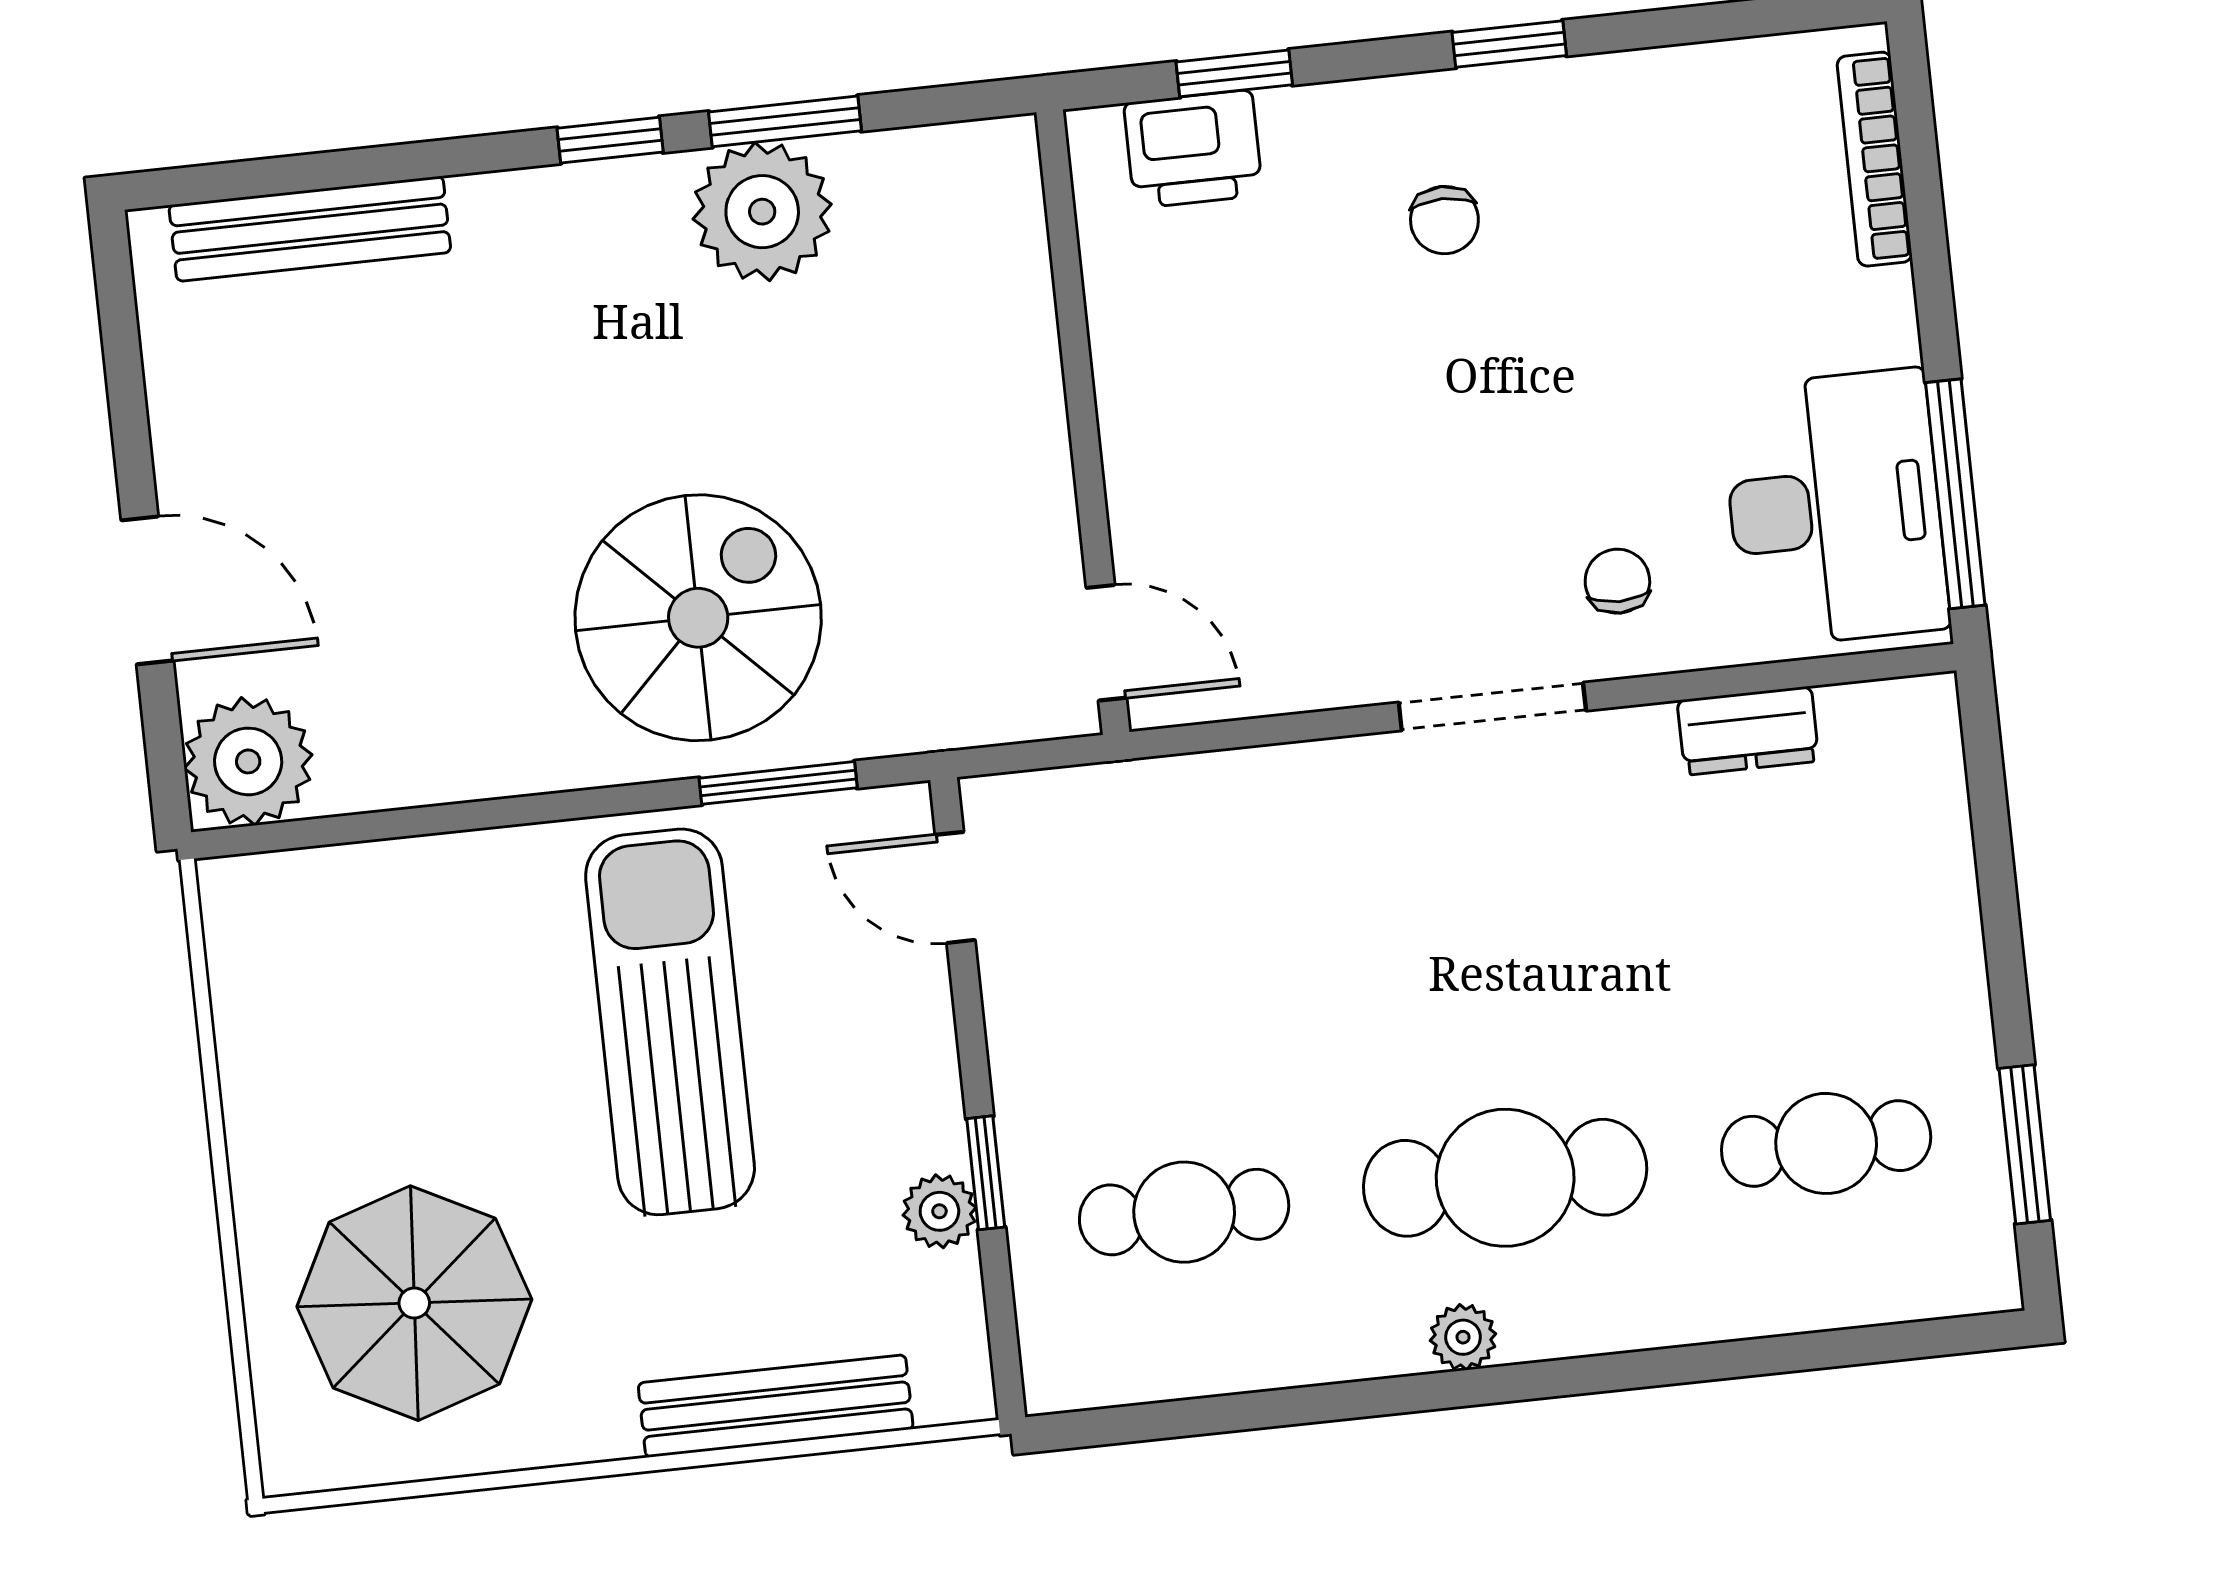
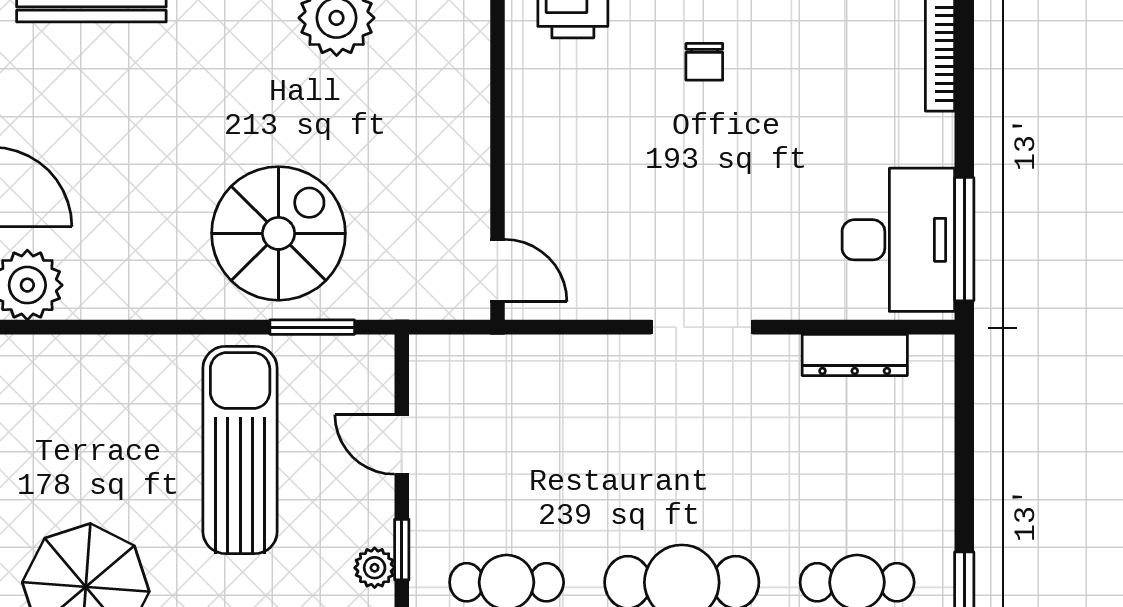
chair: (1617, 581) -> (777, 267), removed
dresser: (1748, 731) -> (855, 355), width x1.44
door: (955, 887) -> (402, 444), moved

